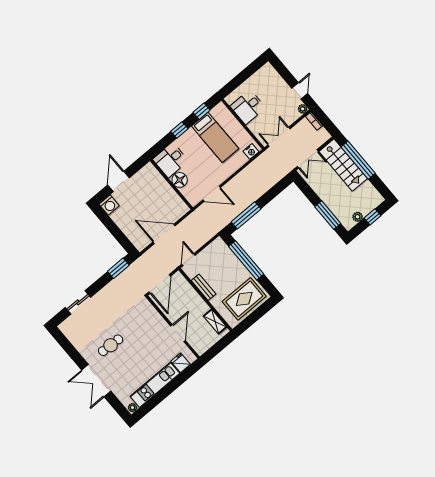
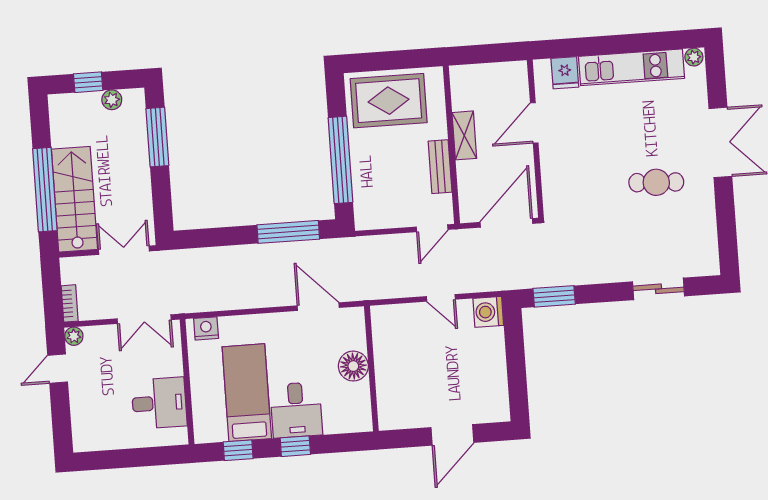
desk: (171, 160) -> (296, 410), moved, turned 90
washing machine: (109, 205) -> (488, 312), moved, turned -90
door: (164, 234) -> (441, 298), width x0.53
shelving: (215, 322) -> (464, 135), moved

